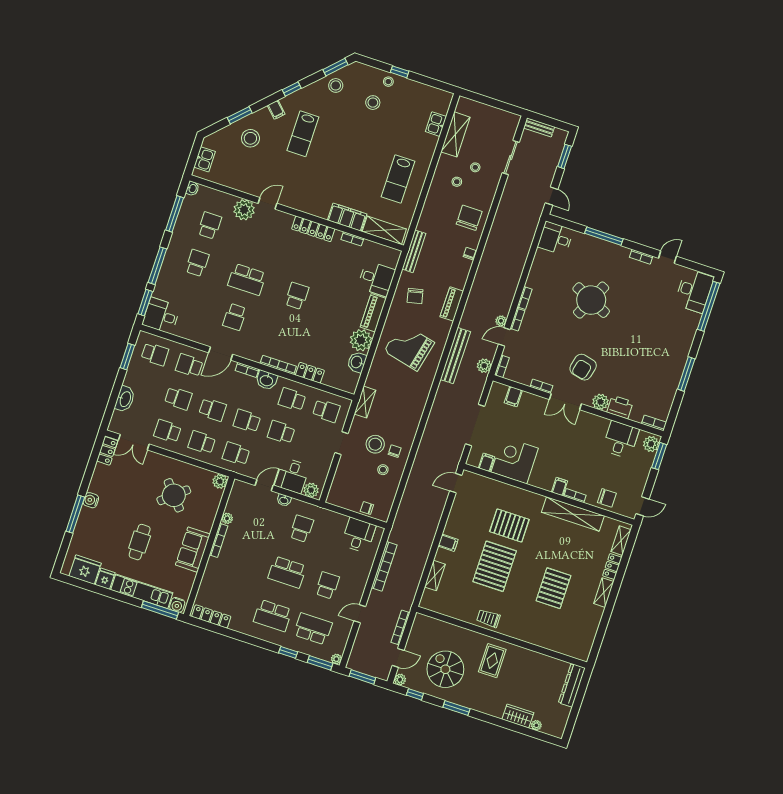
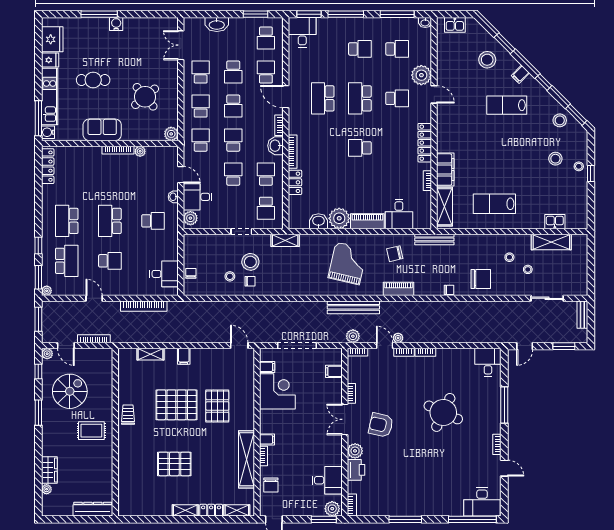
school desk: (259, 242) -> (397, 98), added
school desk: (297, 296) -> (360, 148), turned 180
school desk: (235, 317) -> (323, 98), width x1.85
locker: (107, 451) -> (165, 24), removed

